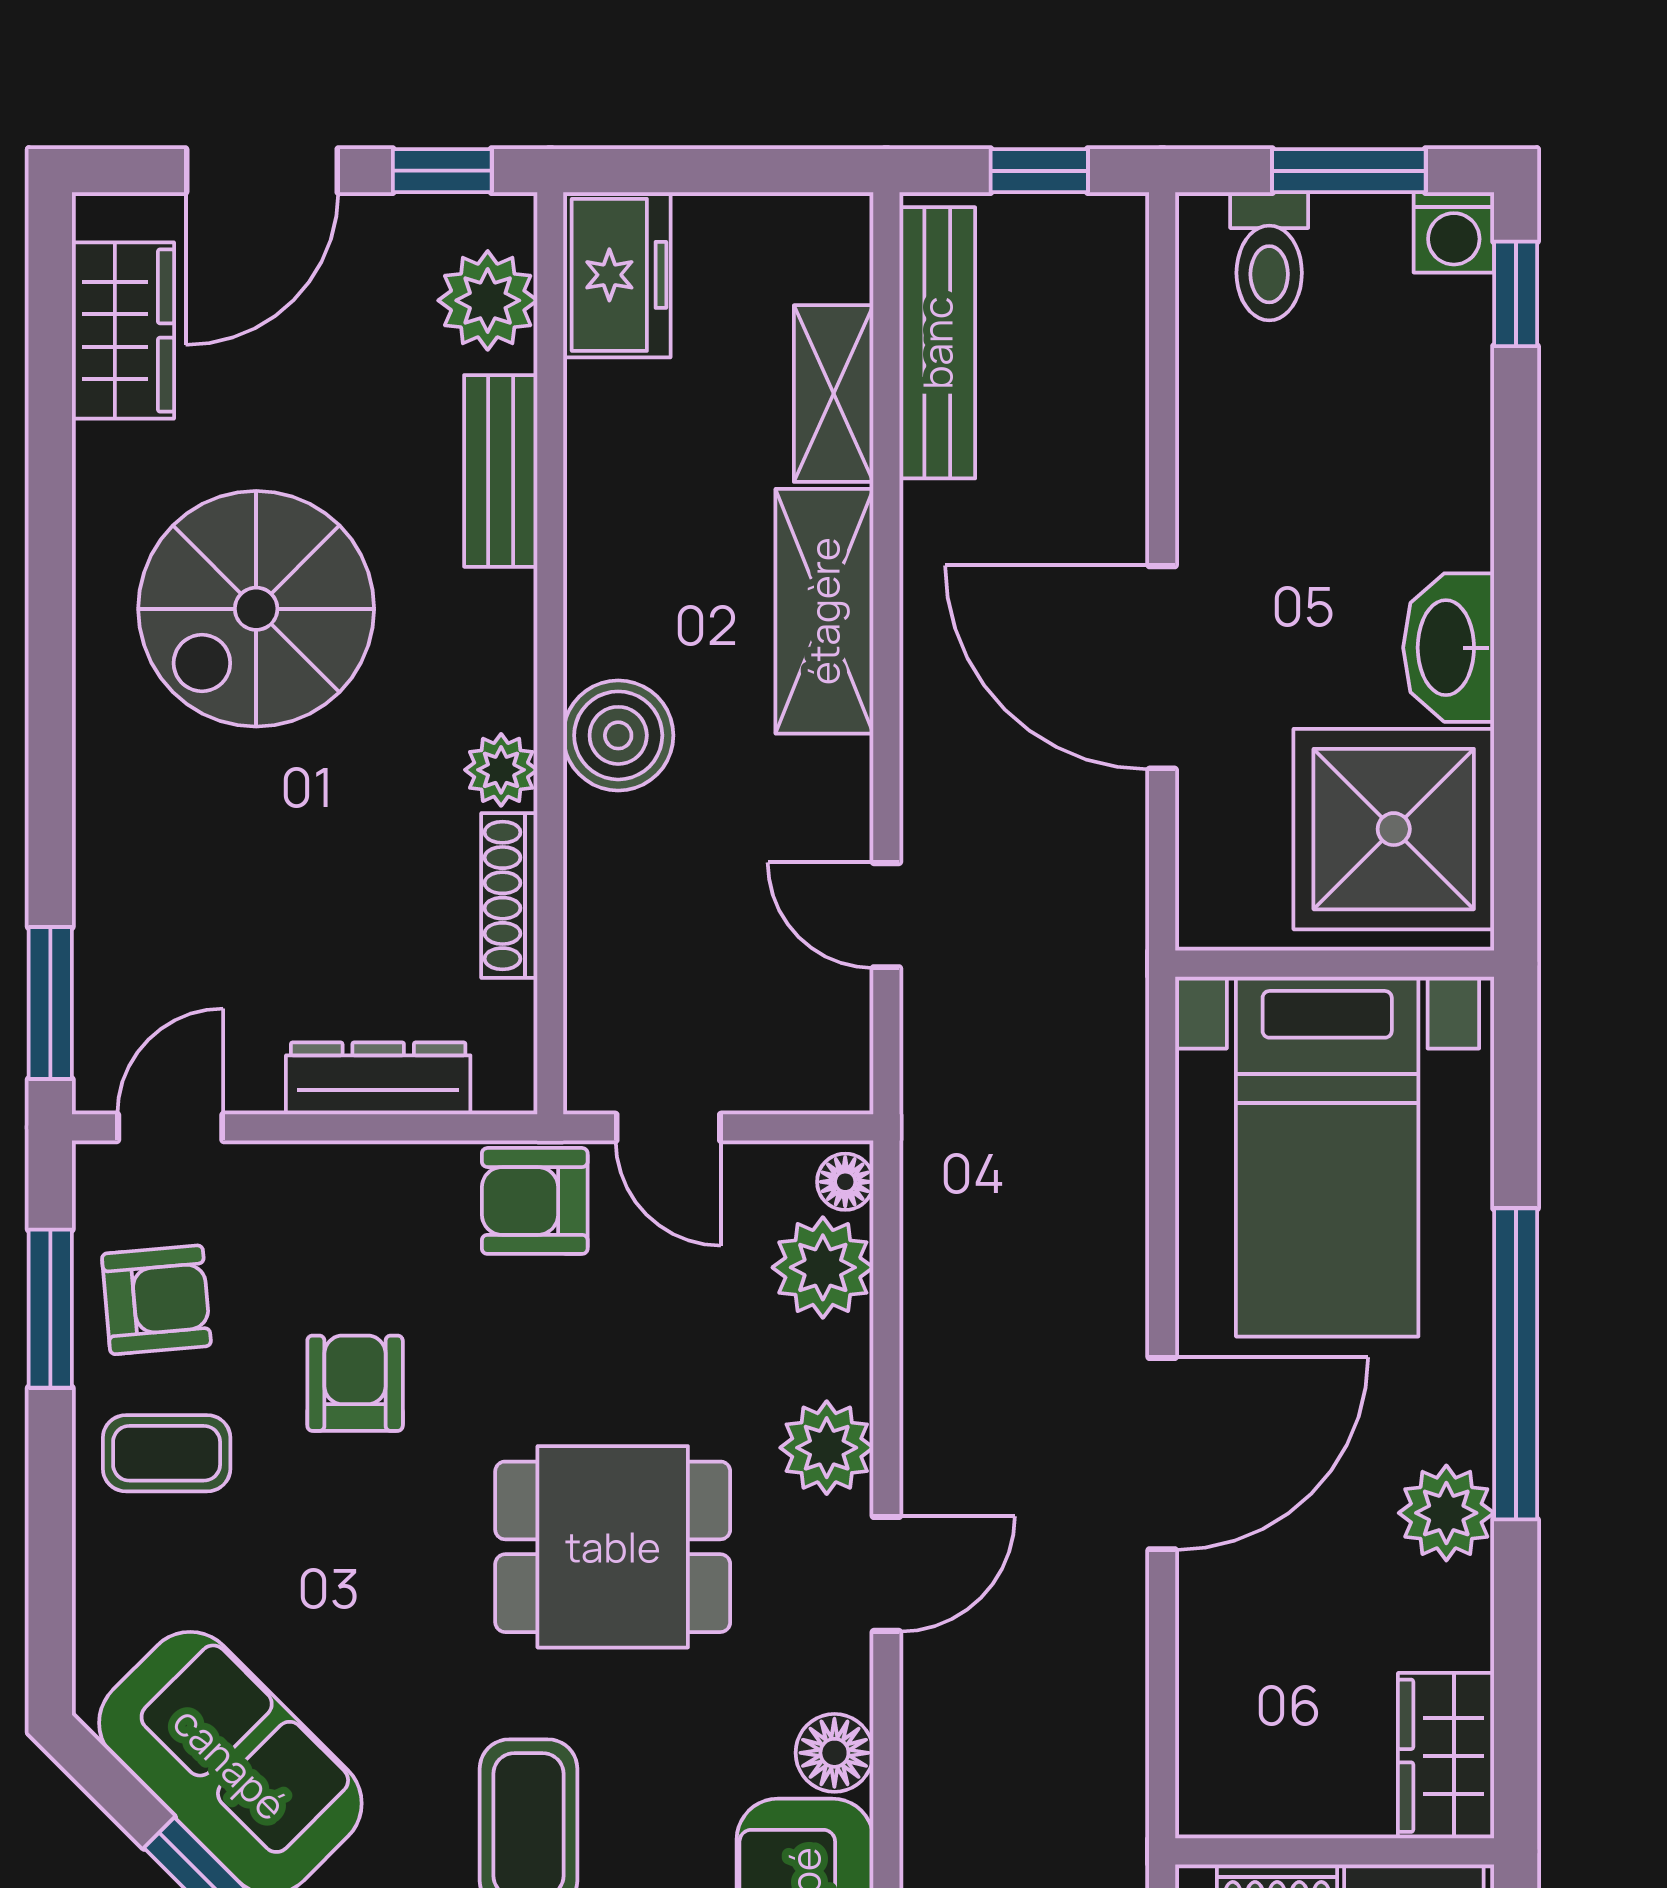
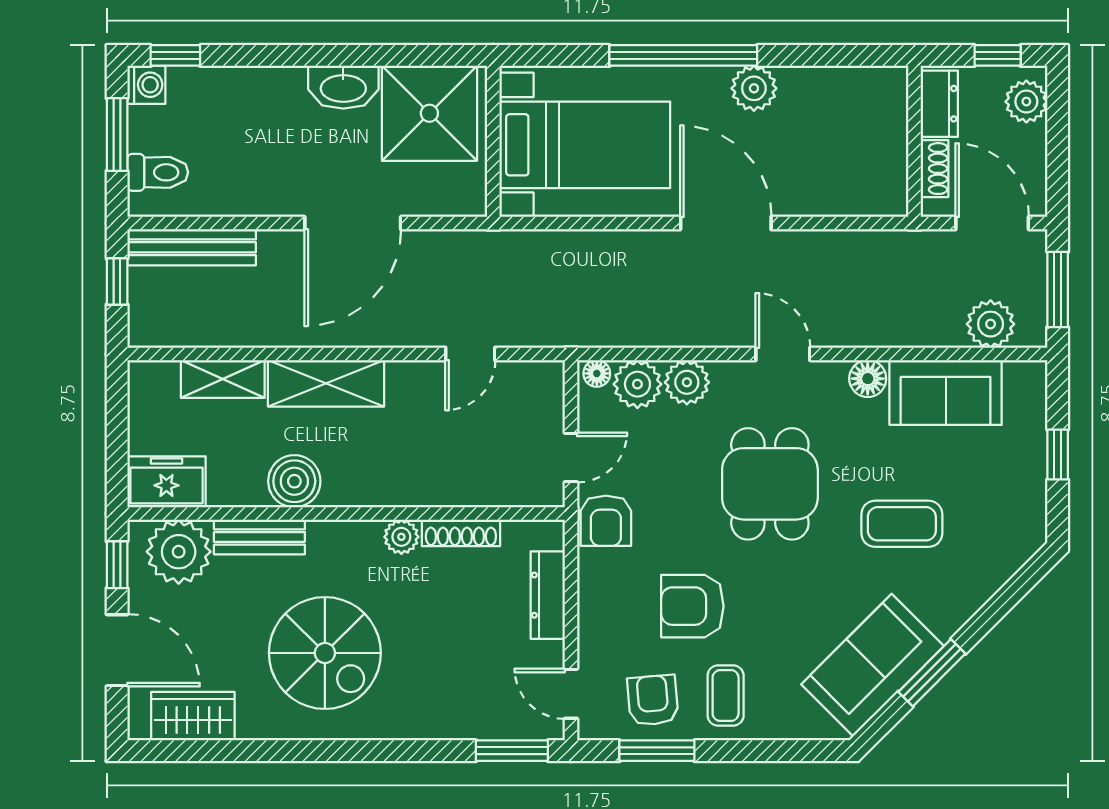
plant: (488, 300) -> (179, 552), width x1.36, depth x1.36
bench: (937, 343) -> (192, 247), moved
boiler: (618, 735) -> (294, 481), moved
armchair: (355, 1383) -> (692, 606), width x1.38, depth x1.38
plant: (827, 1448) -> (687, 382), moved
wardrobe: (1446, 1756) -> (869, 88), removed

